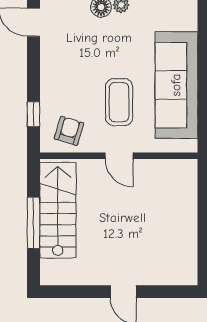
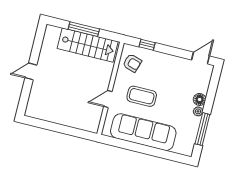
door: (119, 156) -> (108, 99), moved

